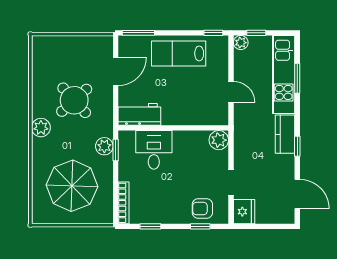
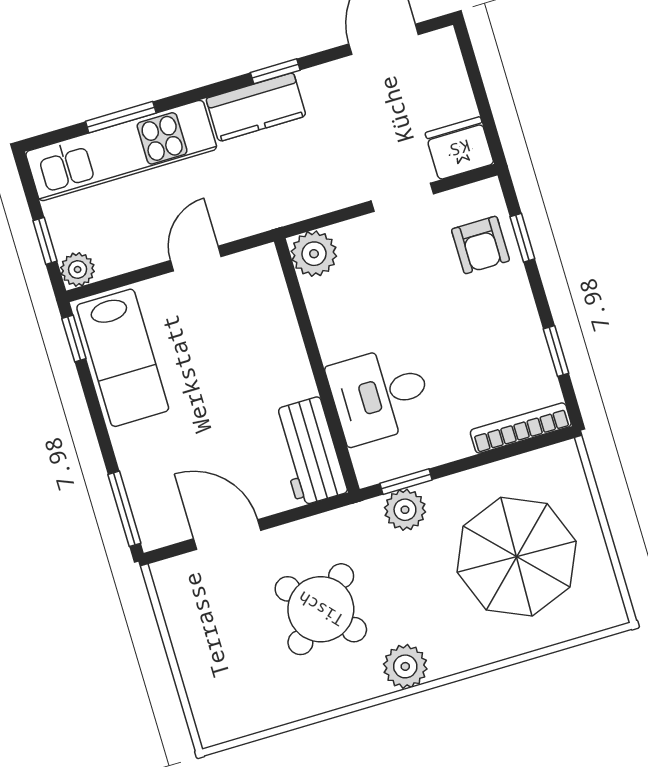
lab bench: (179, 53) -> (123, 358), moved

